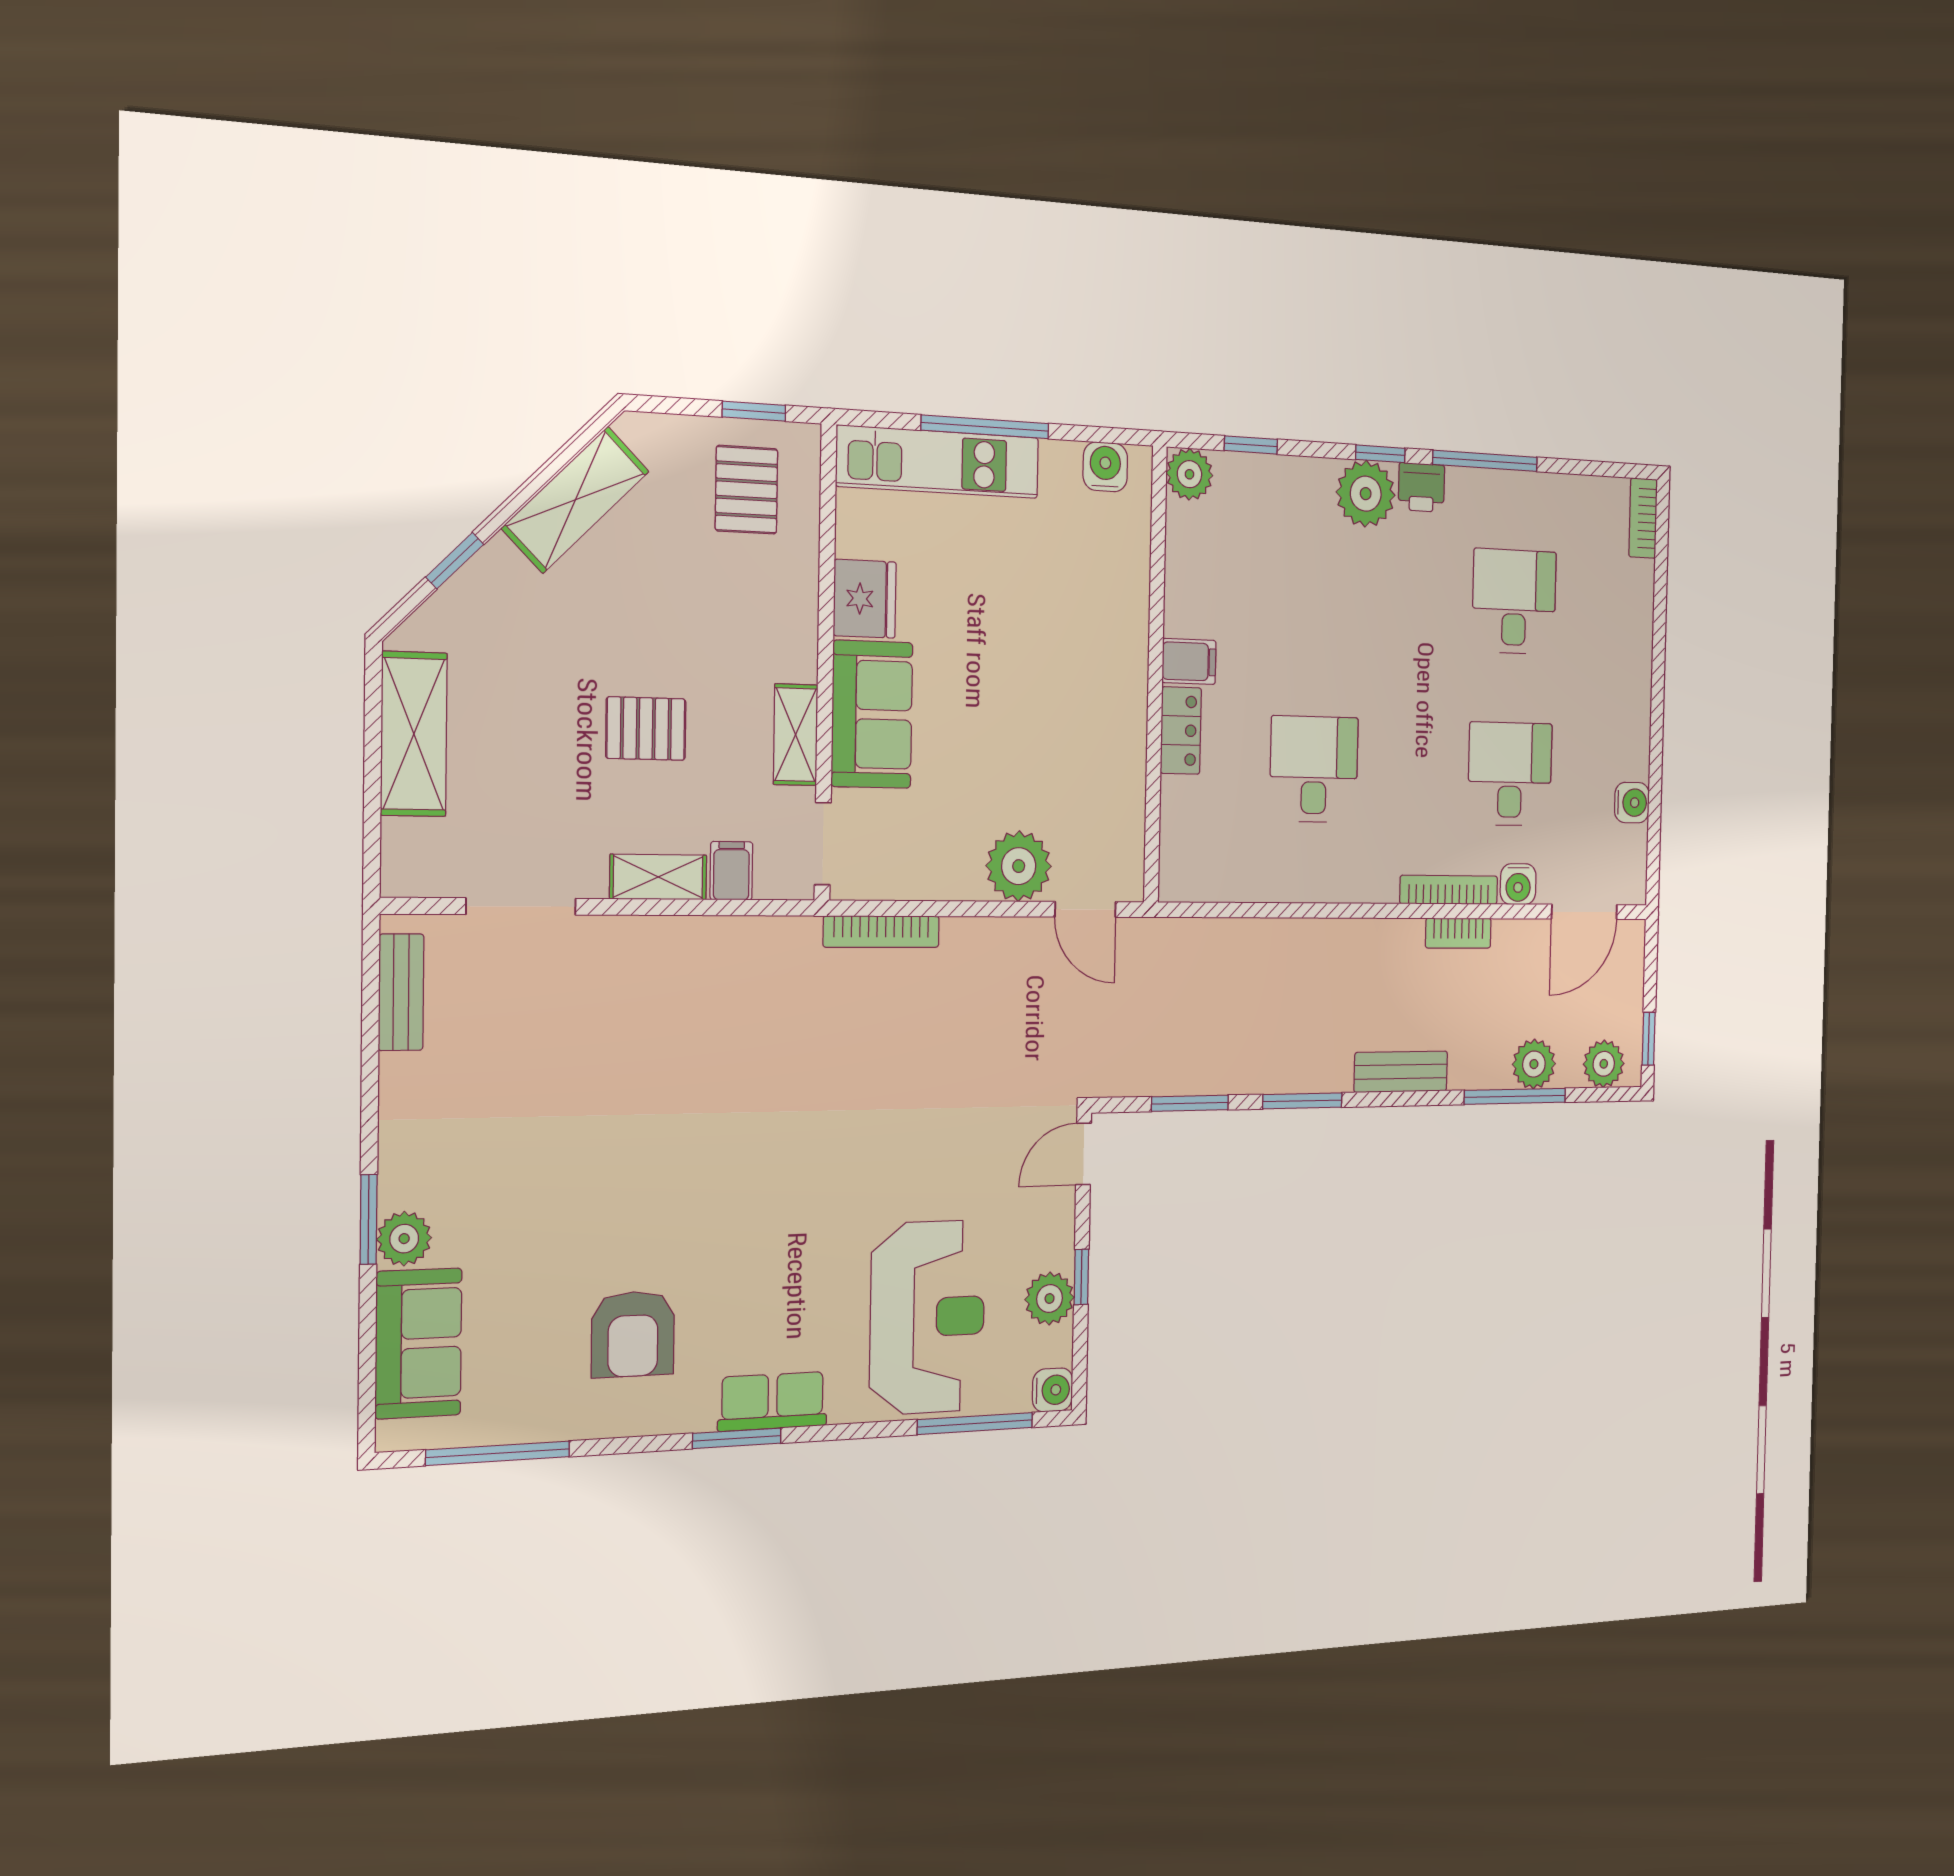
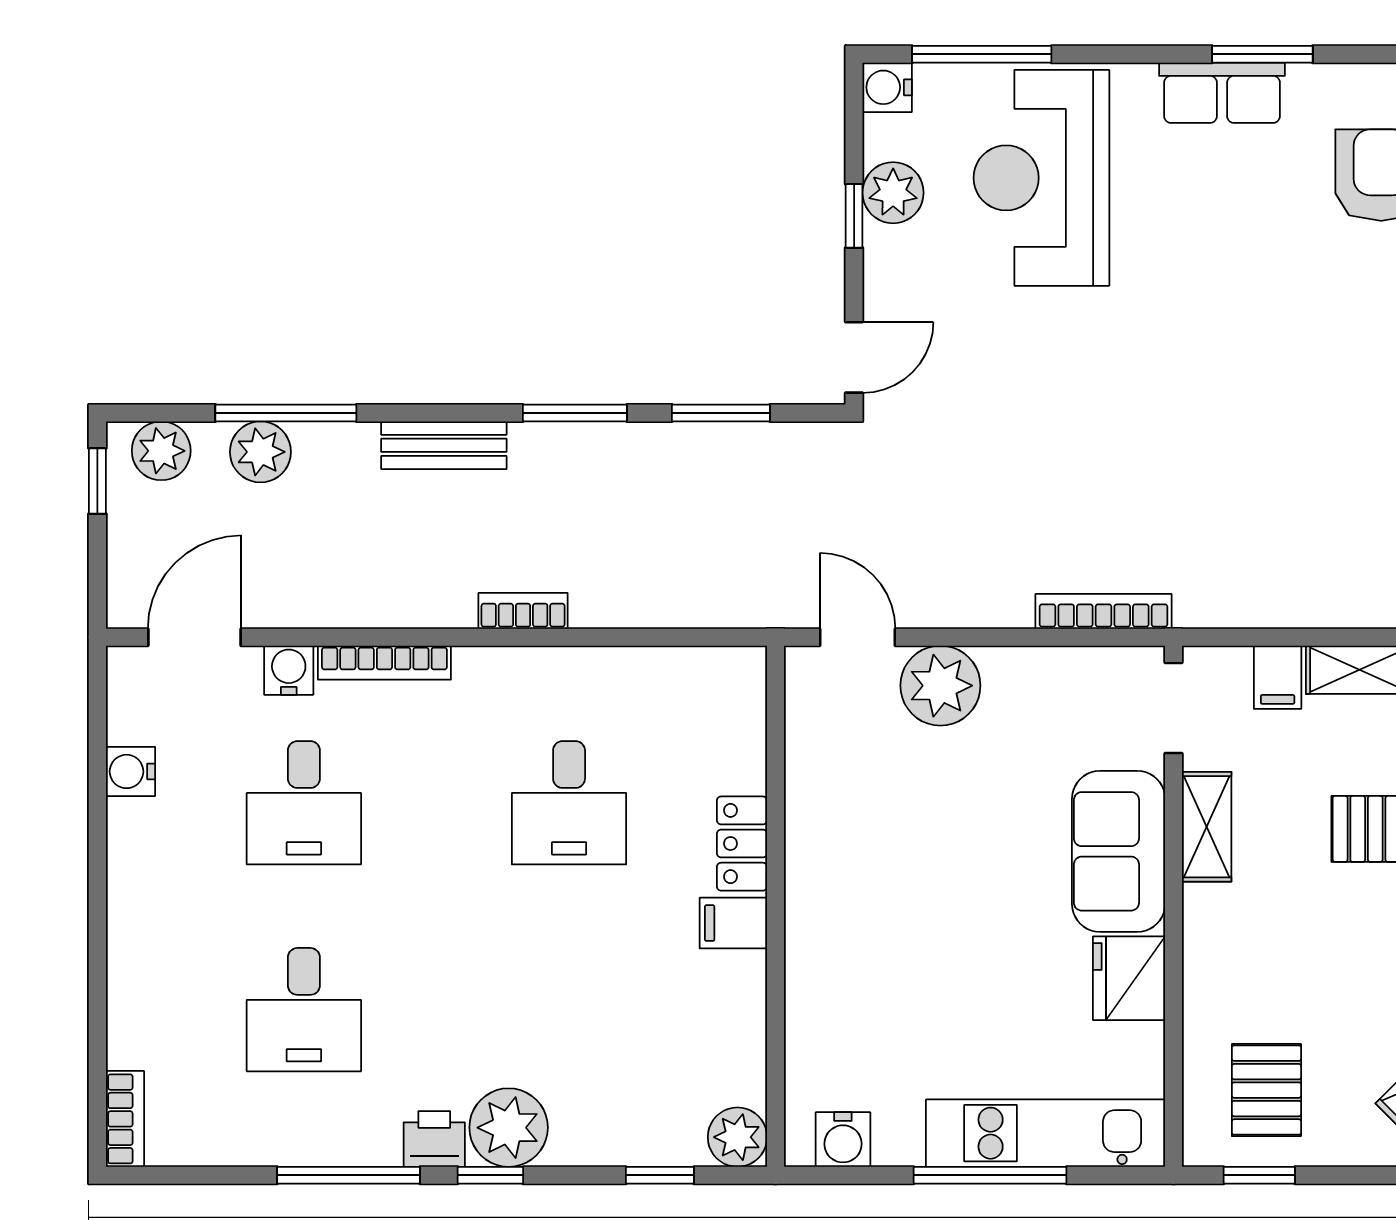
bookcase: (1458, 933) -> (523, 611), moved

